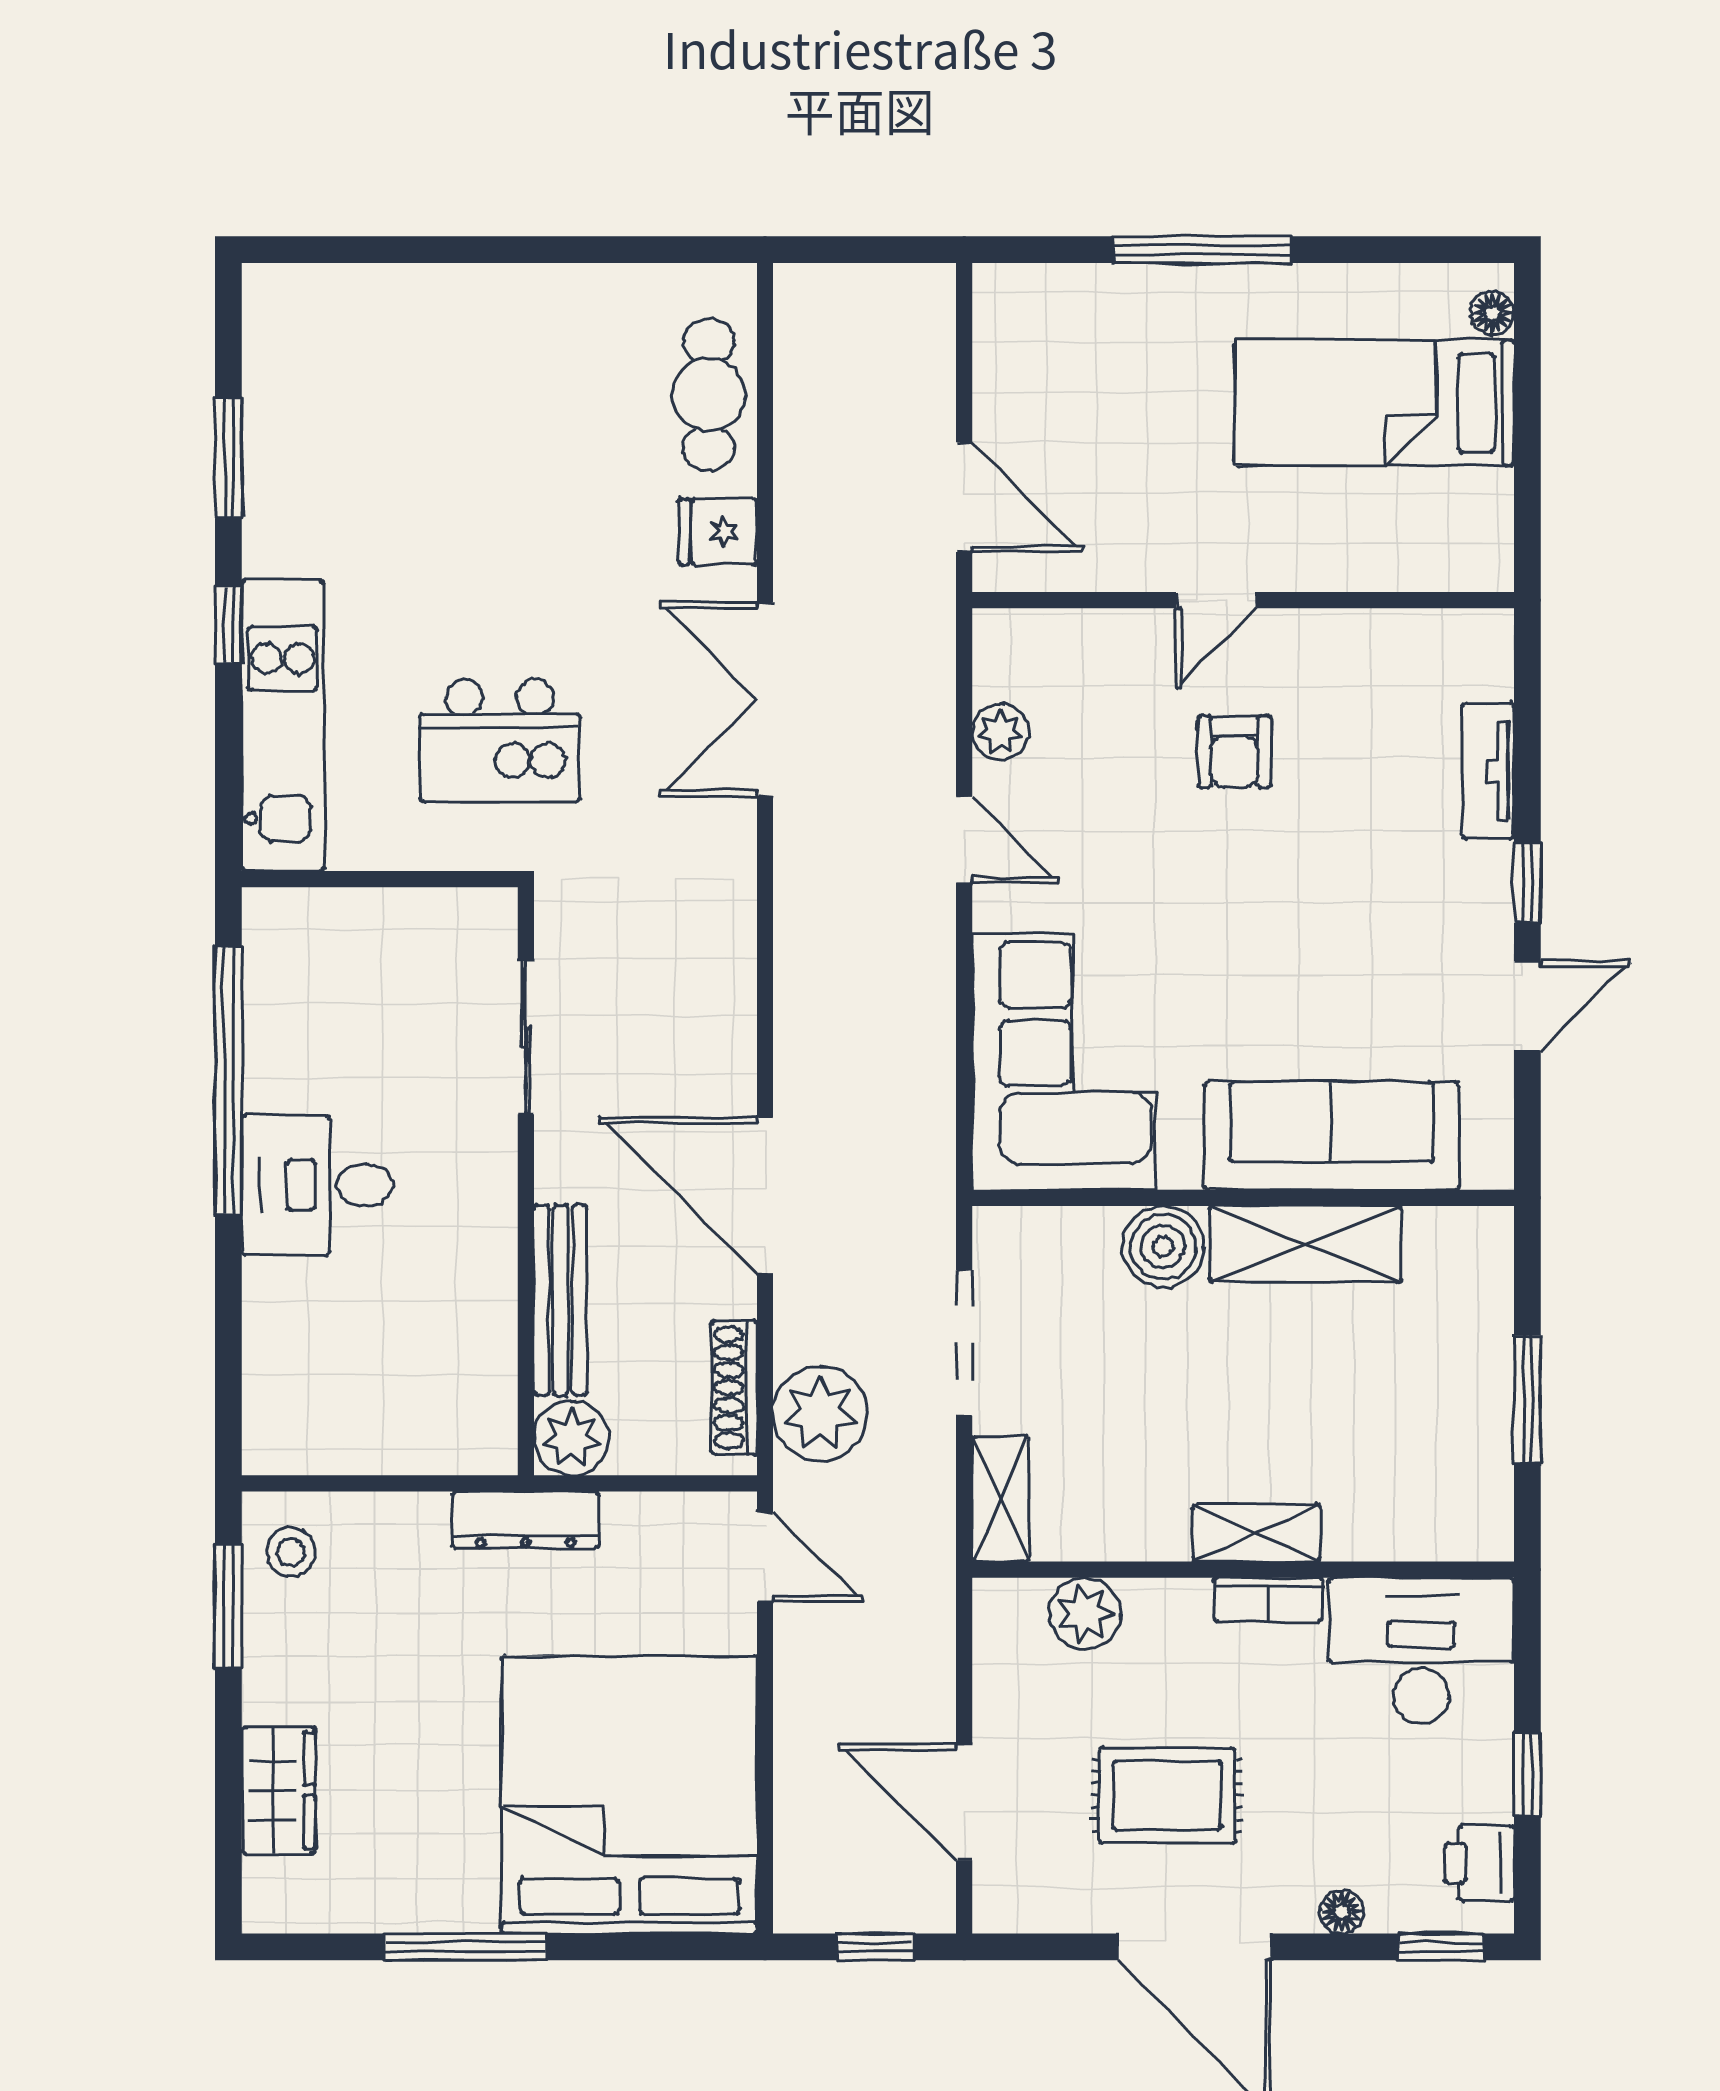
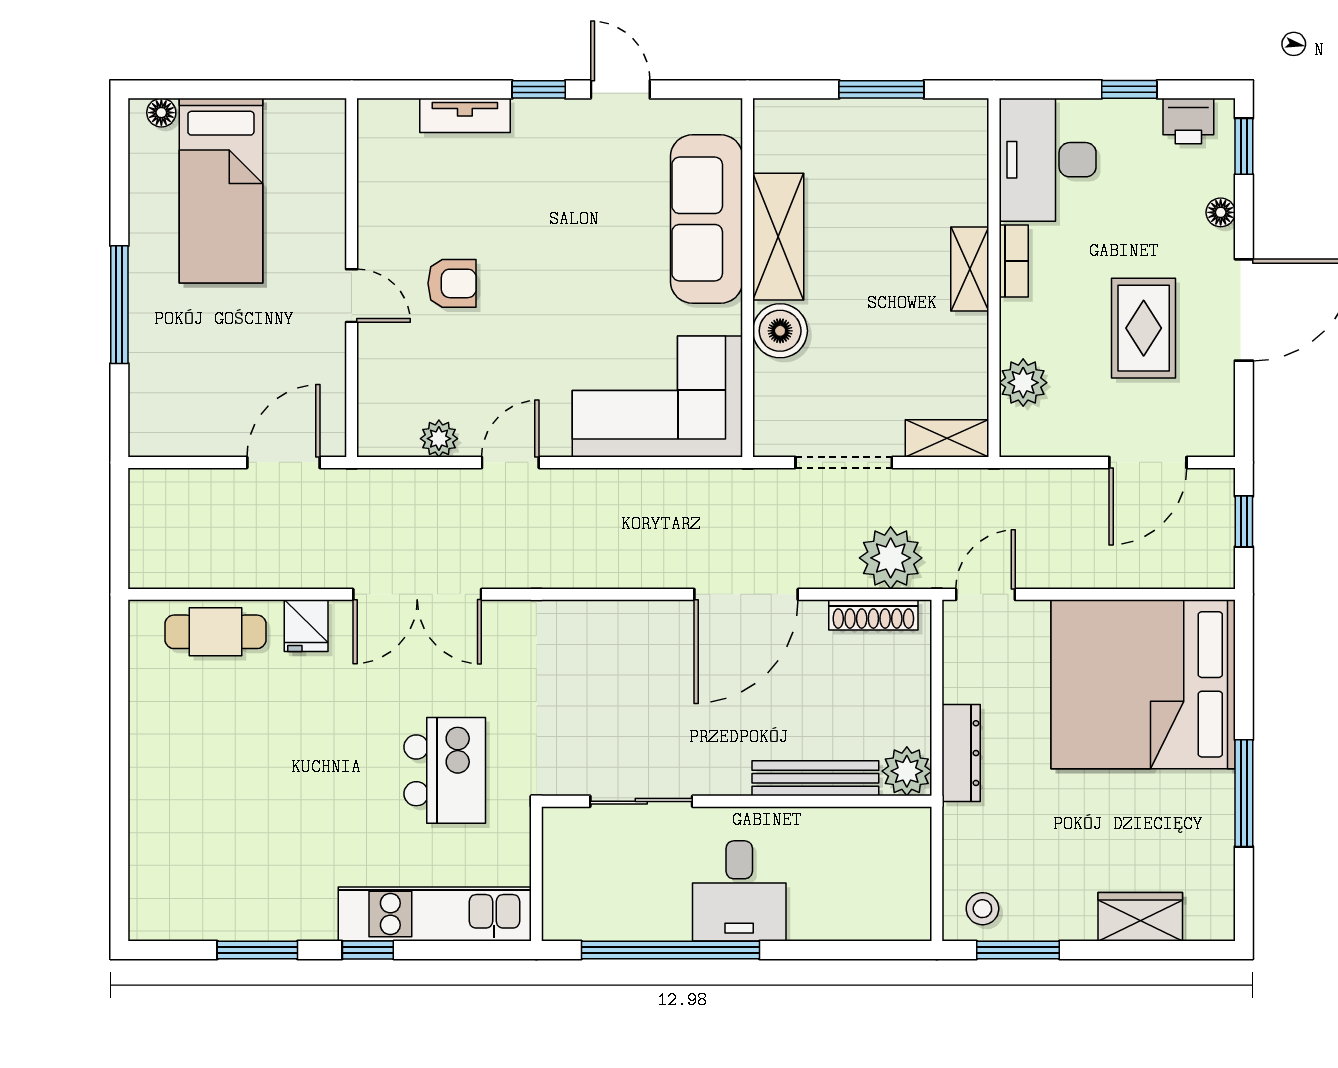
sliding door: (526, 1037) -> (641, 801), moved
wall: (526, 1181) -> (737, 801), moved
bench: (561, 1300) -> (815, 778), moved
plant: (571, 1438) -> (907, 771), moved

